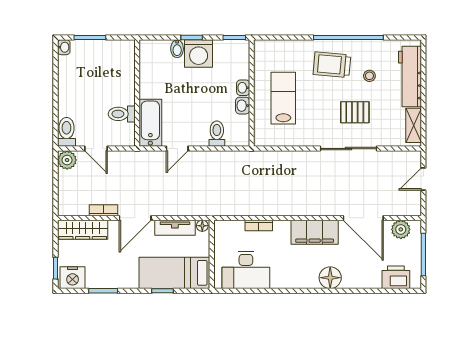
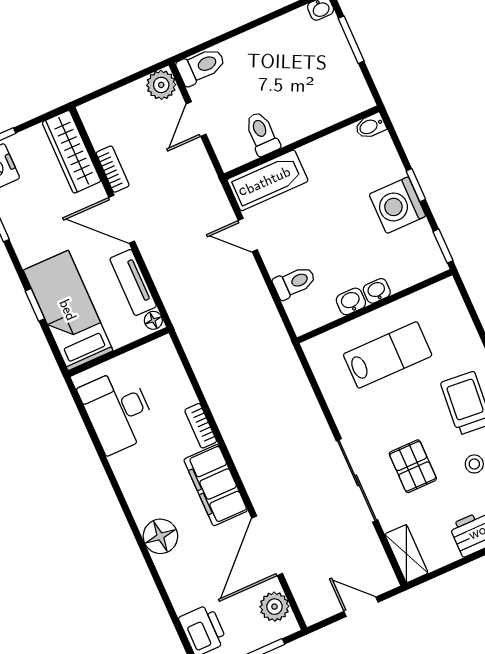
bidet: (177, 49) -> (370, 126), moved
shelving: (414, 125) -> (406, 554), moved, turned 90
bookcase: (259, 225) -> (201, 426), moved

